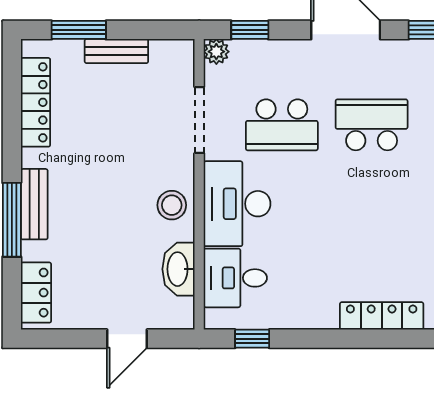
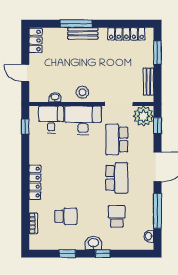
bench: (116, 51) -> (148, 82), moved
plant: (216, 52) -> (143, 116), width x1.88, depth x1.88
washbasin: (178, 269) -> (55, 97), width x0.52, depth x0.69
locker: (36, 293) -> (36, 40), moved, turned -90

